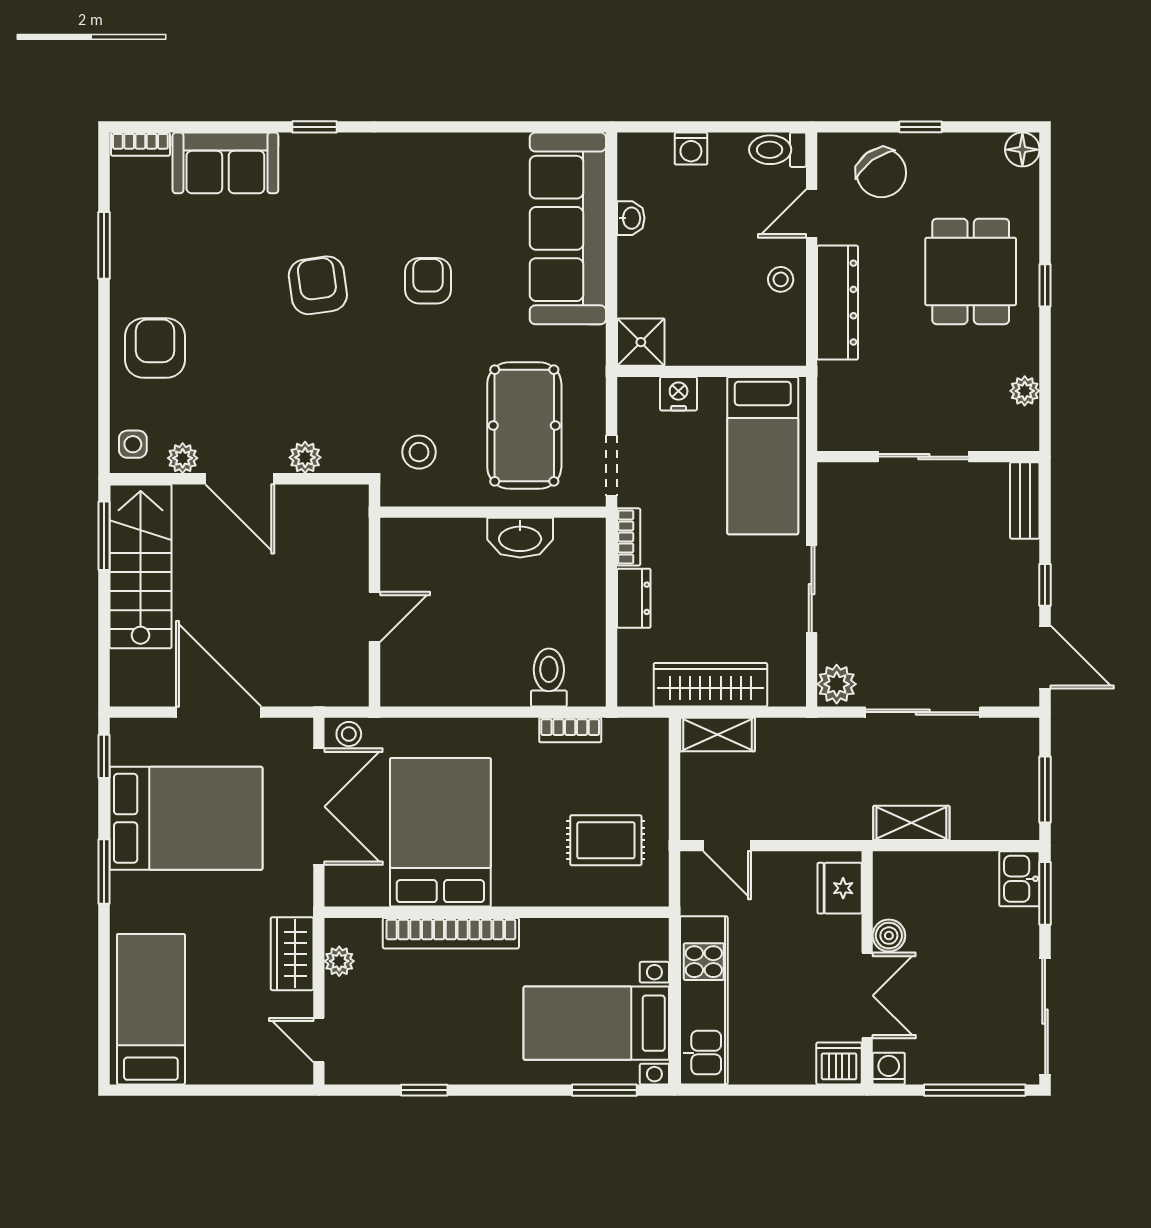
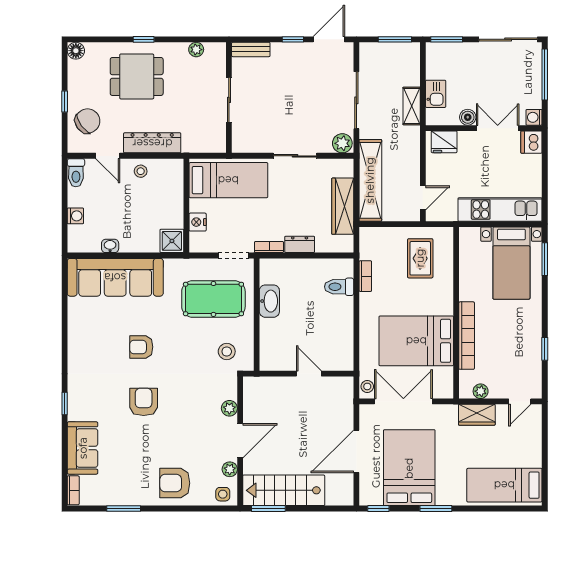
armchair: (318, 285) -> (144, 402), turned 98
shelving: (717, 735) -> (370, 180), width x2.20, depth x1.33
kitchen sink: (1019, 879) -> (436, 94), moved, turned -90

